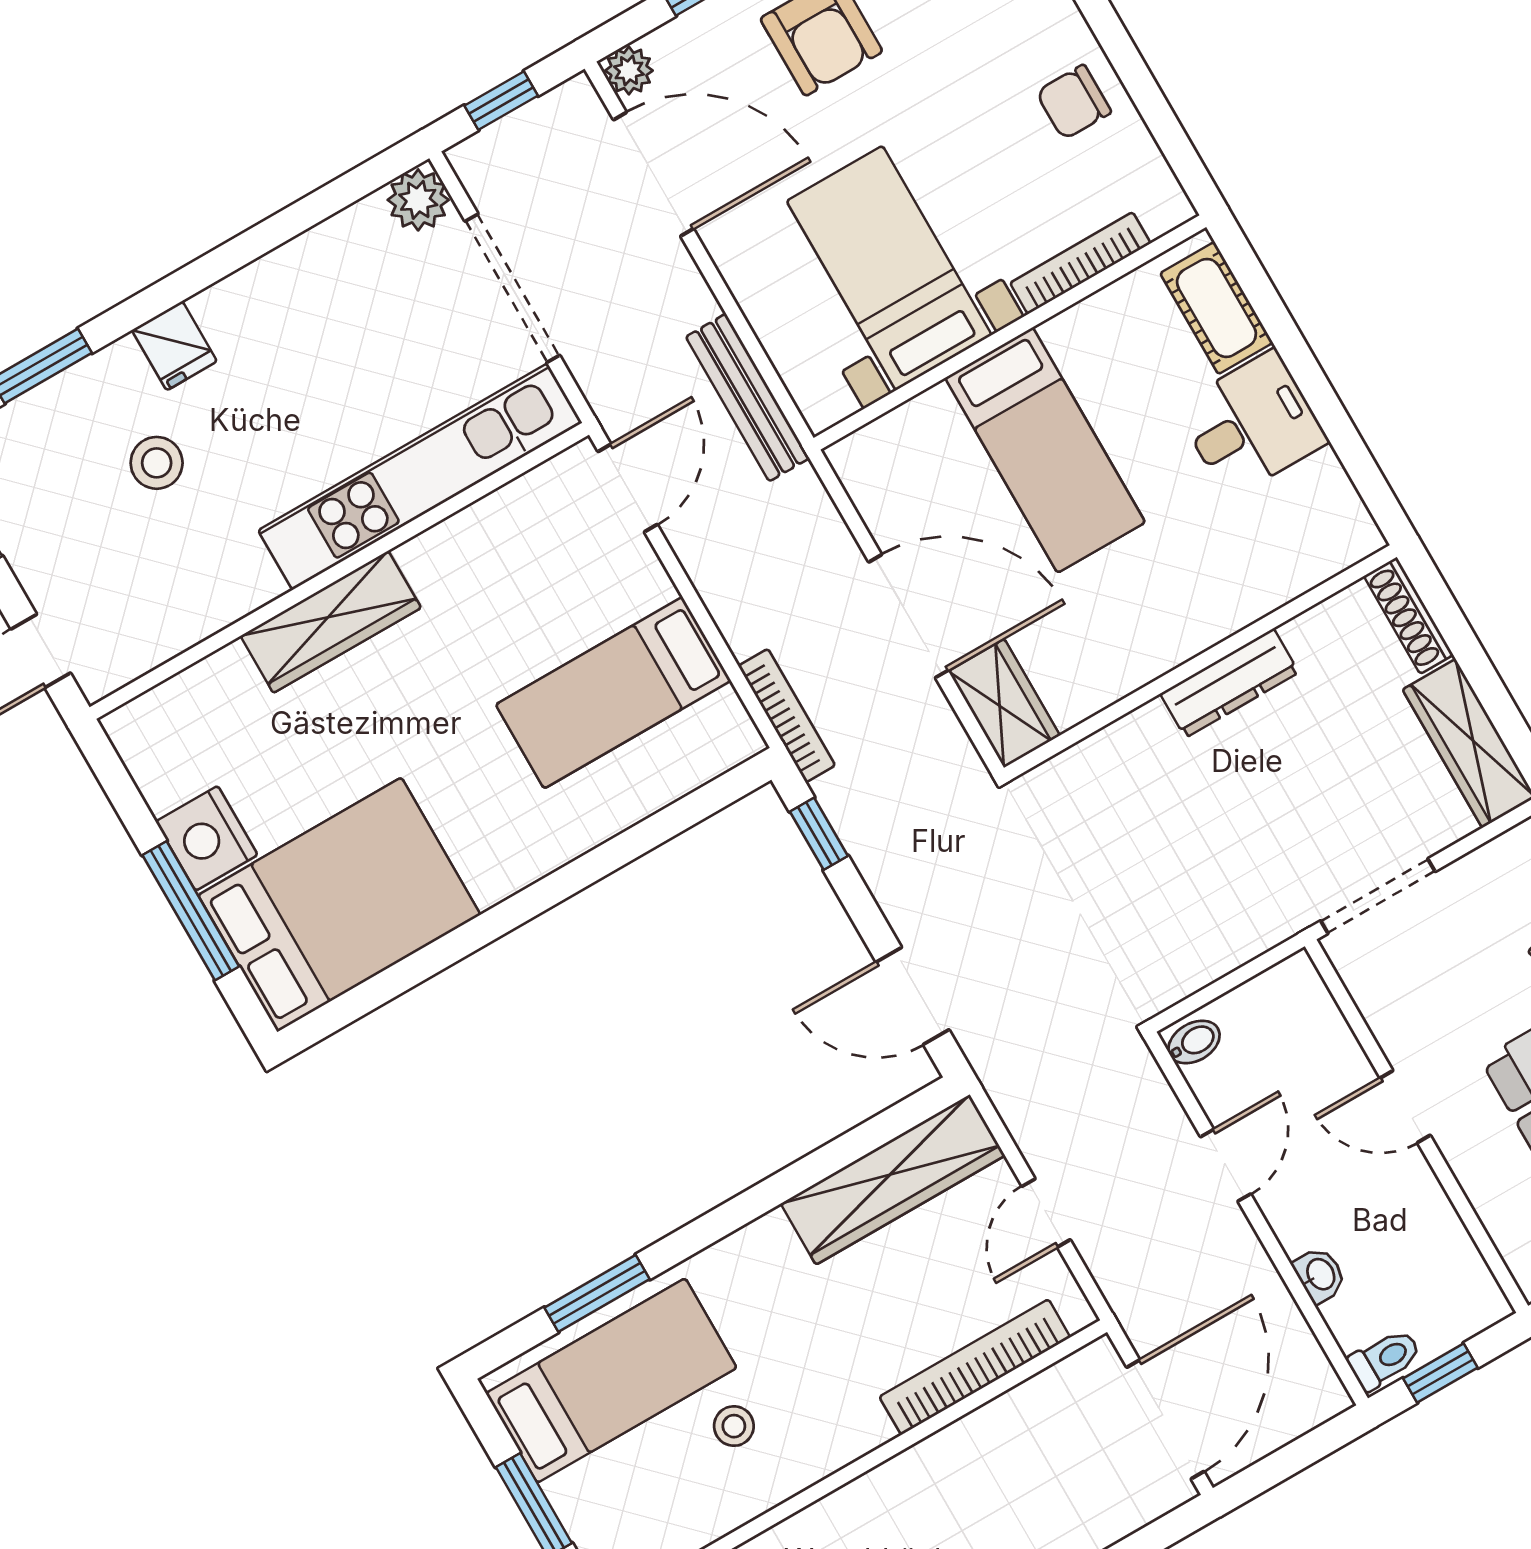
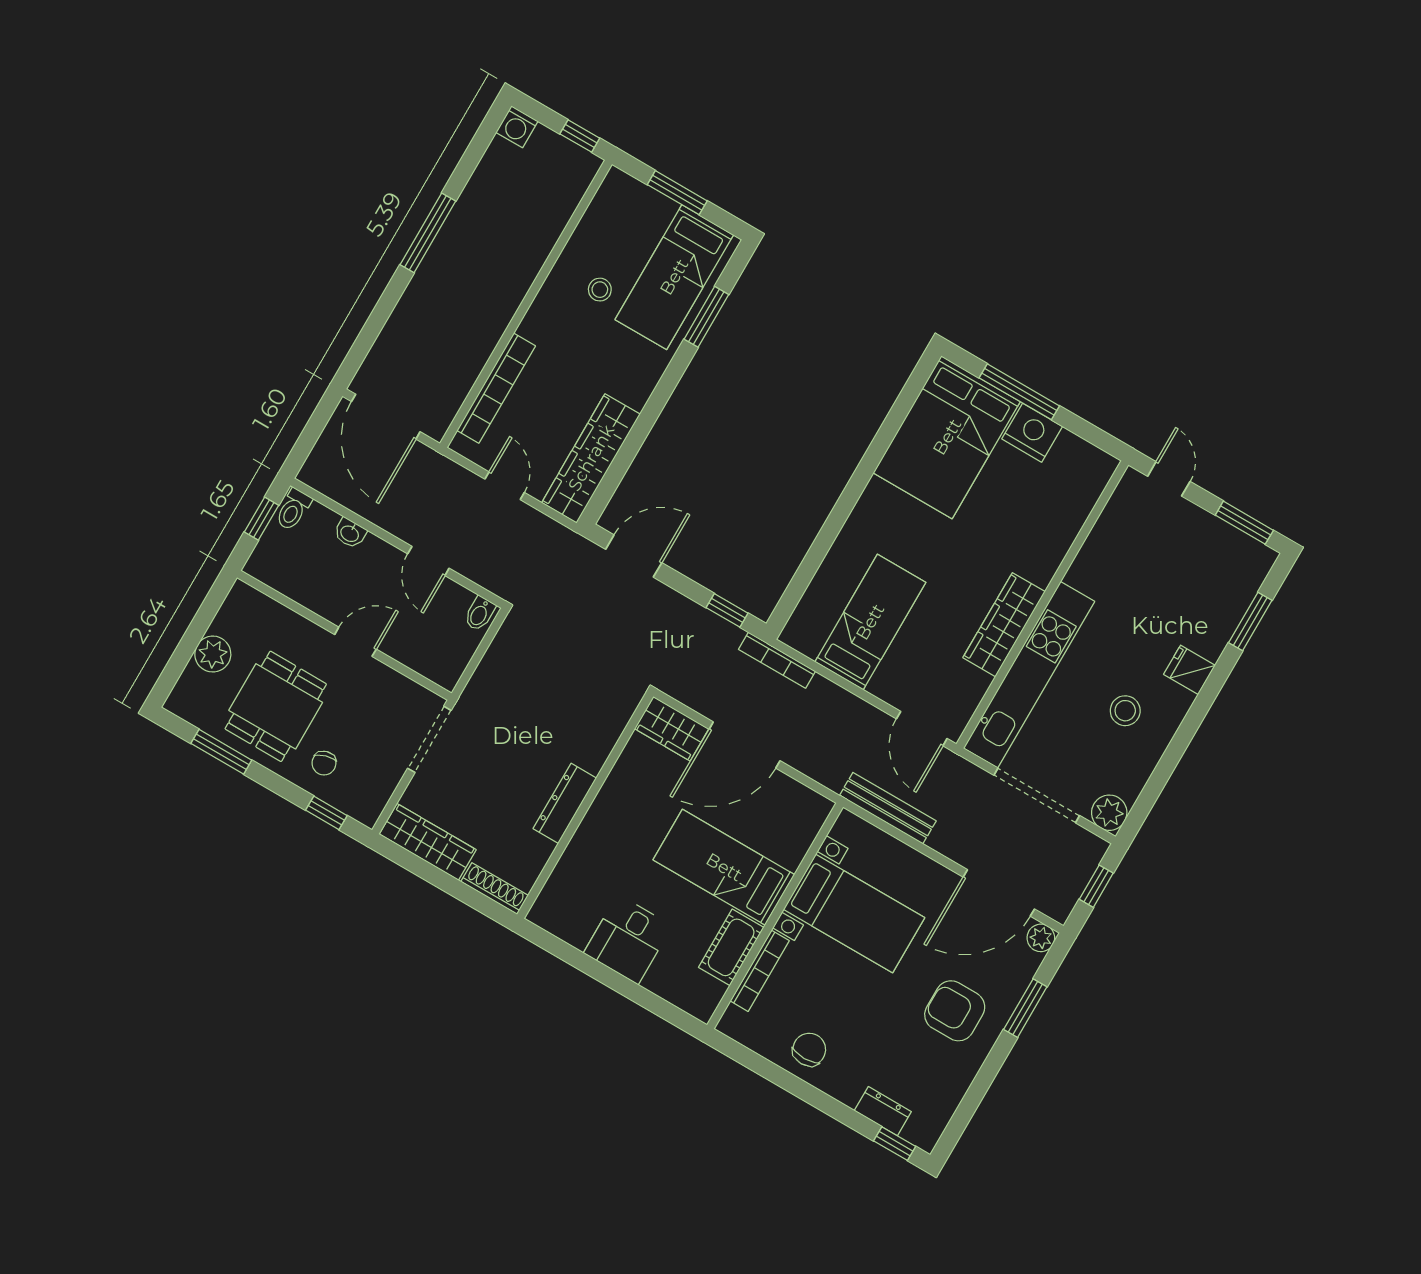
cot: (1216, 308) -> (731, 947), moved, turned 90
stool: (157, 463) -> (1125, 711), moved
wardrobe: (331, 622) -> (1004, 625), moved

